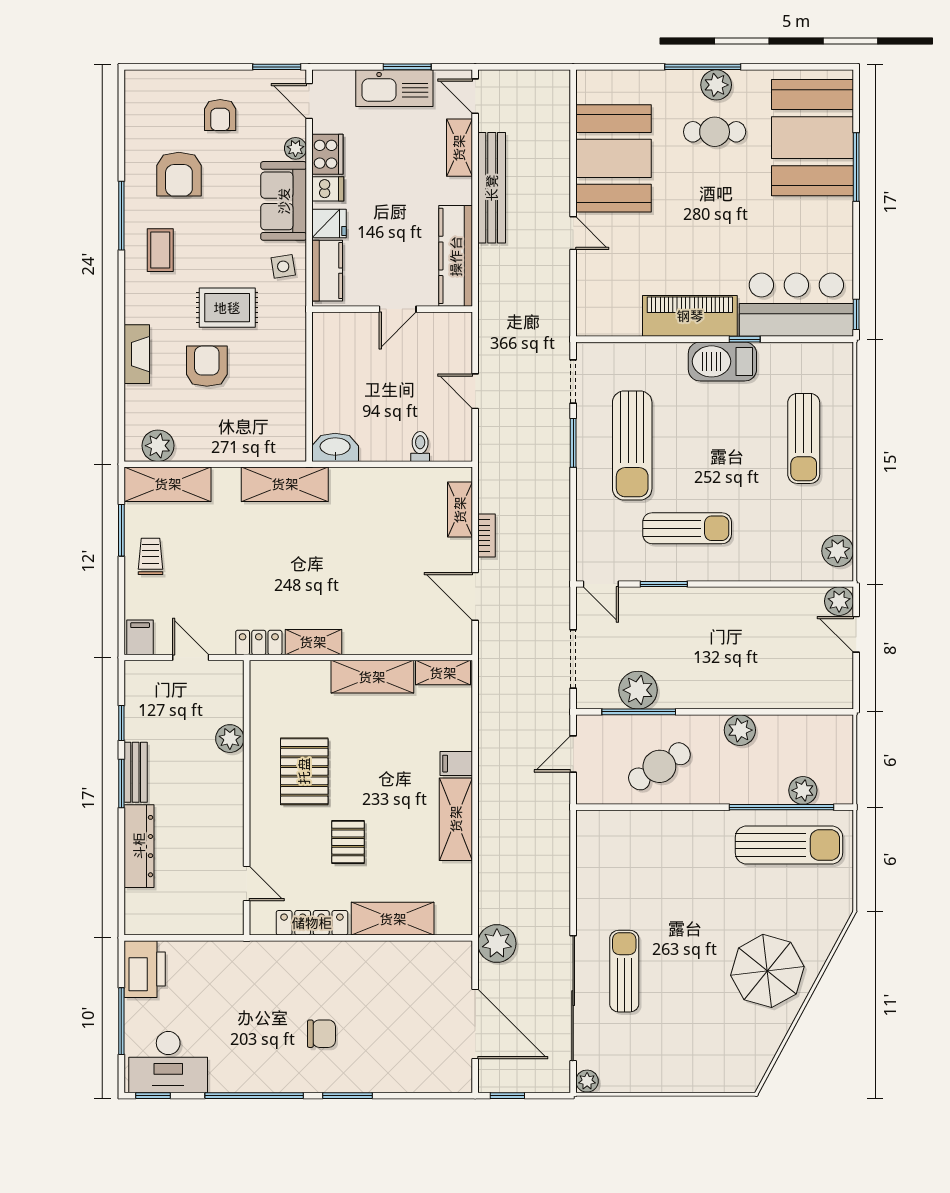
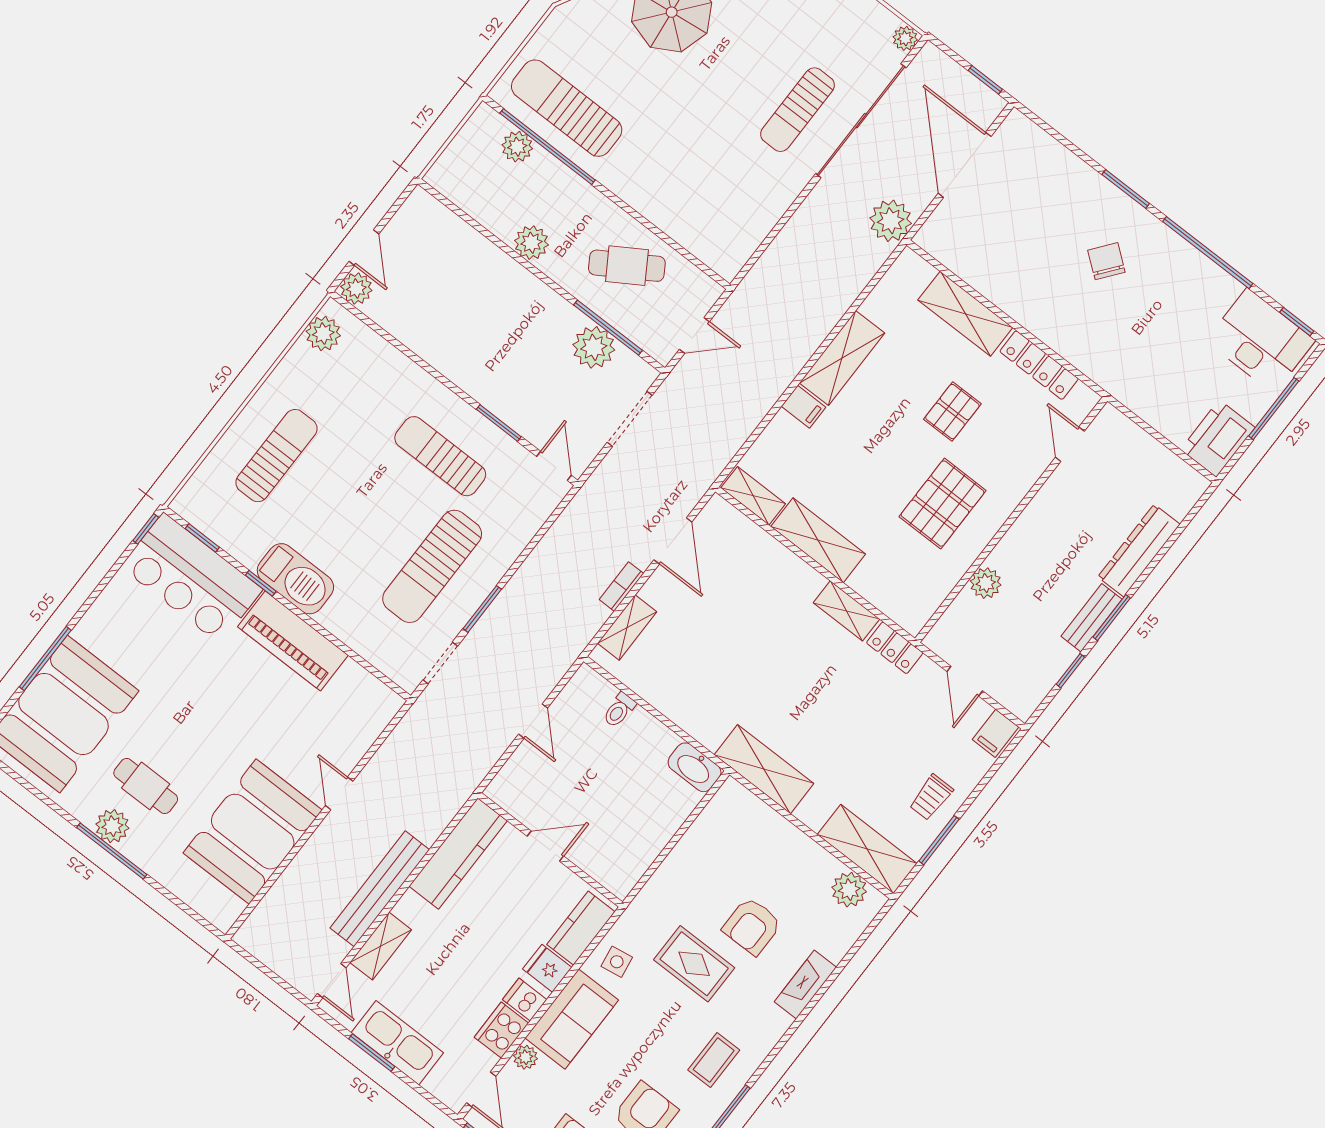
window: (811, 339) -> (202, 538), added
sun lounger: (632, 446) -> (432, 566), turned 180
chair: (321, 1034) -> (1106, 261), turned 38

